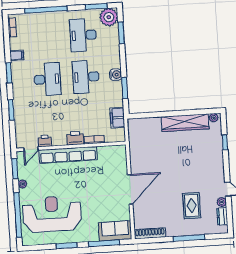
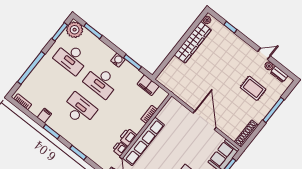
printer: (75, 138) -> (128, 137), moved

